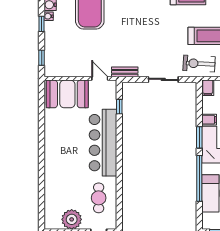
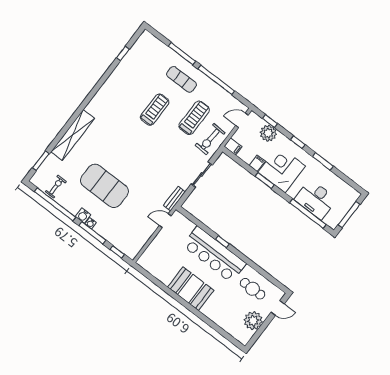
window: (42, 24) -> (92, 233), width x2.17
booth: (67, 94) -> (191, 289), moved, turned 90
window: (119, 107) -> (222, 242), moved
window: (199, 178) -> (308, 214), moved

